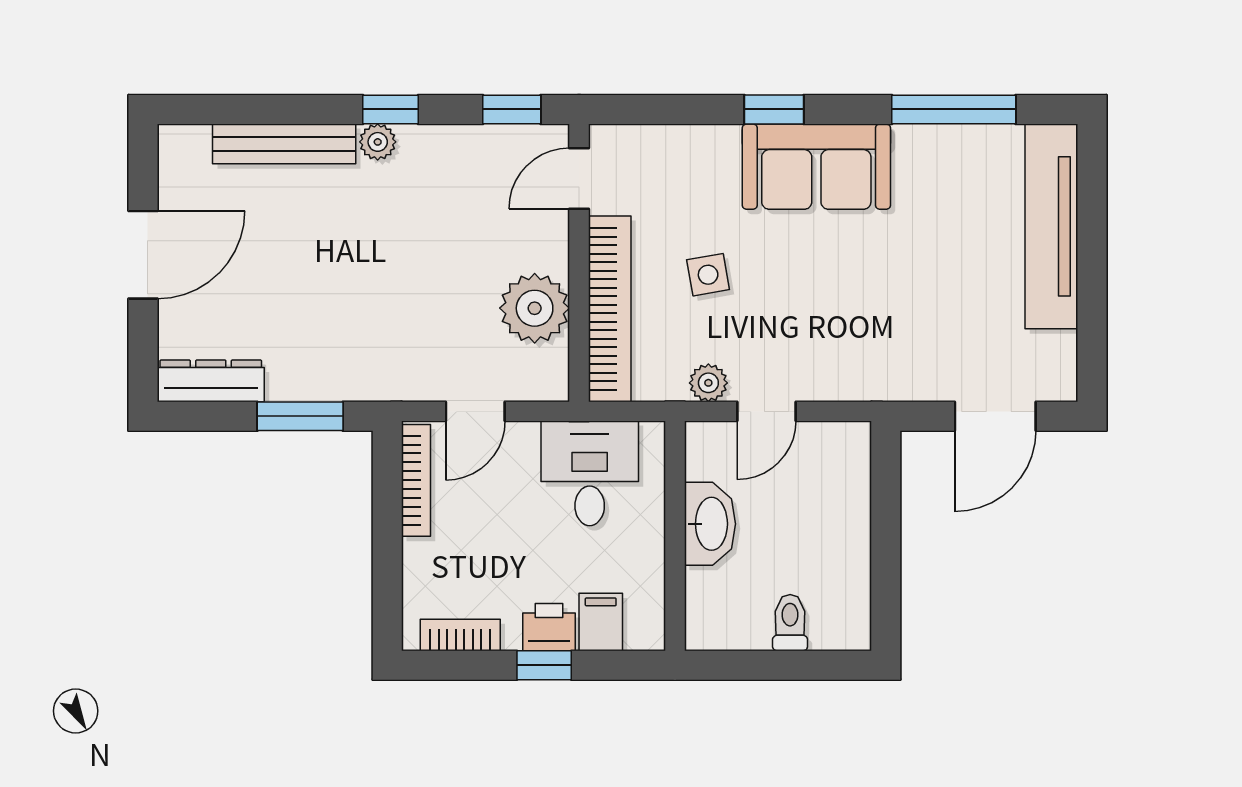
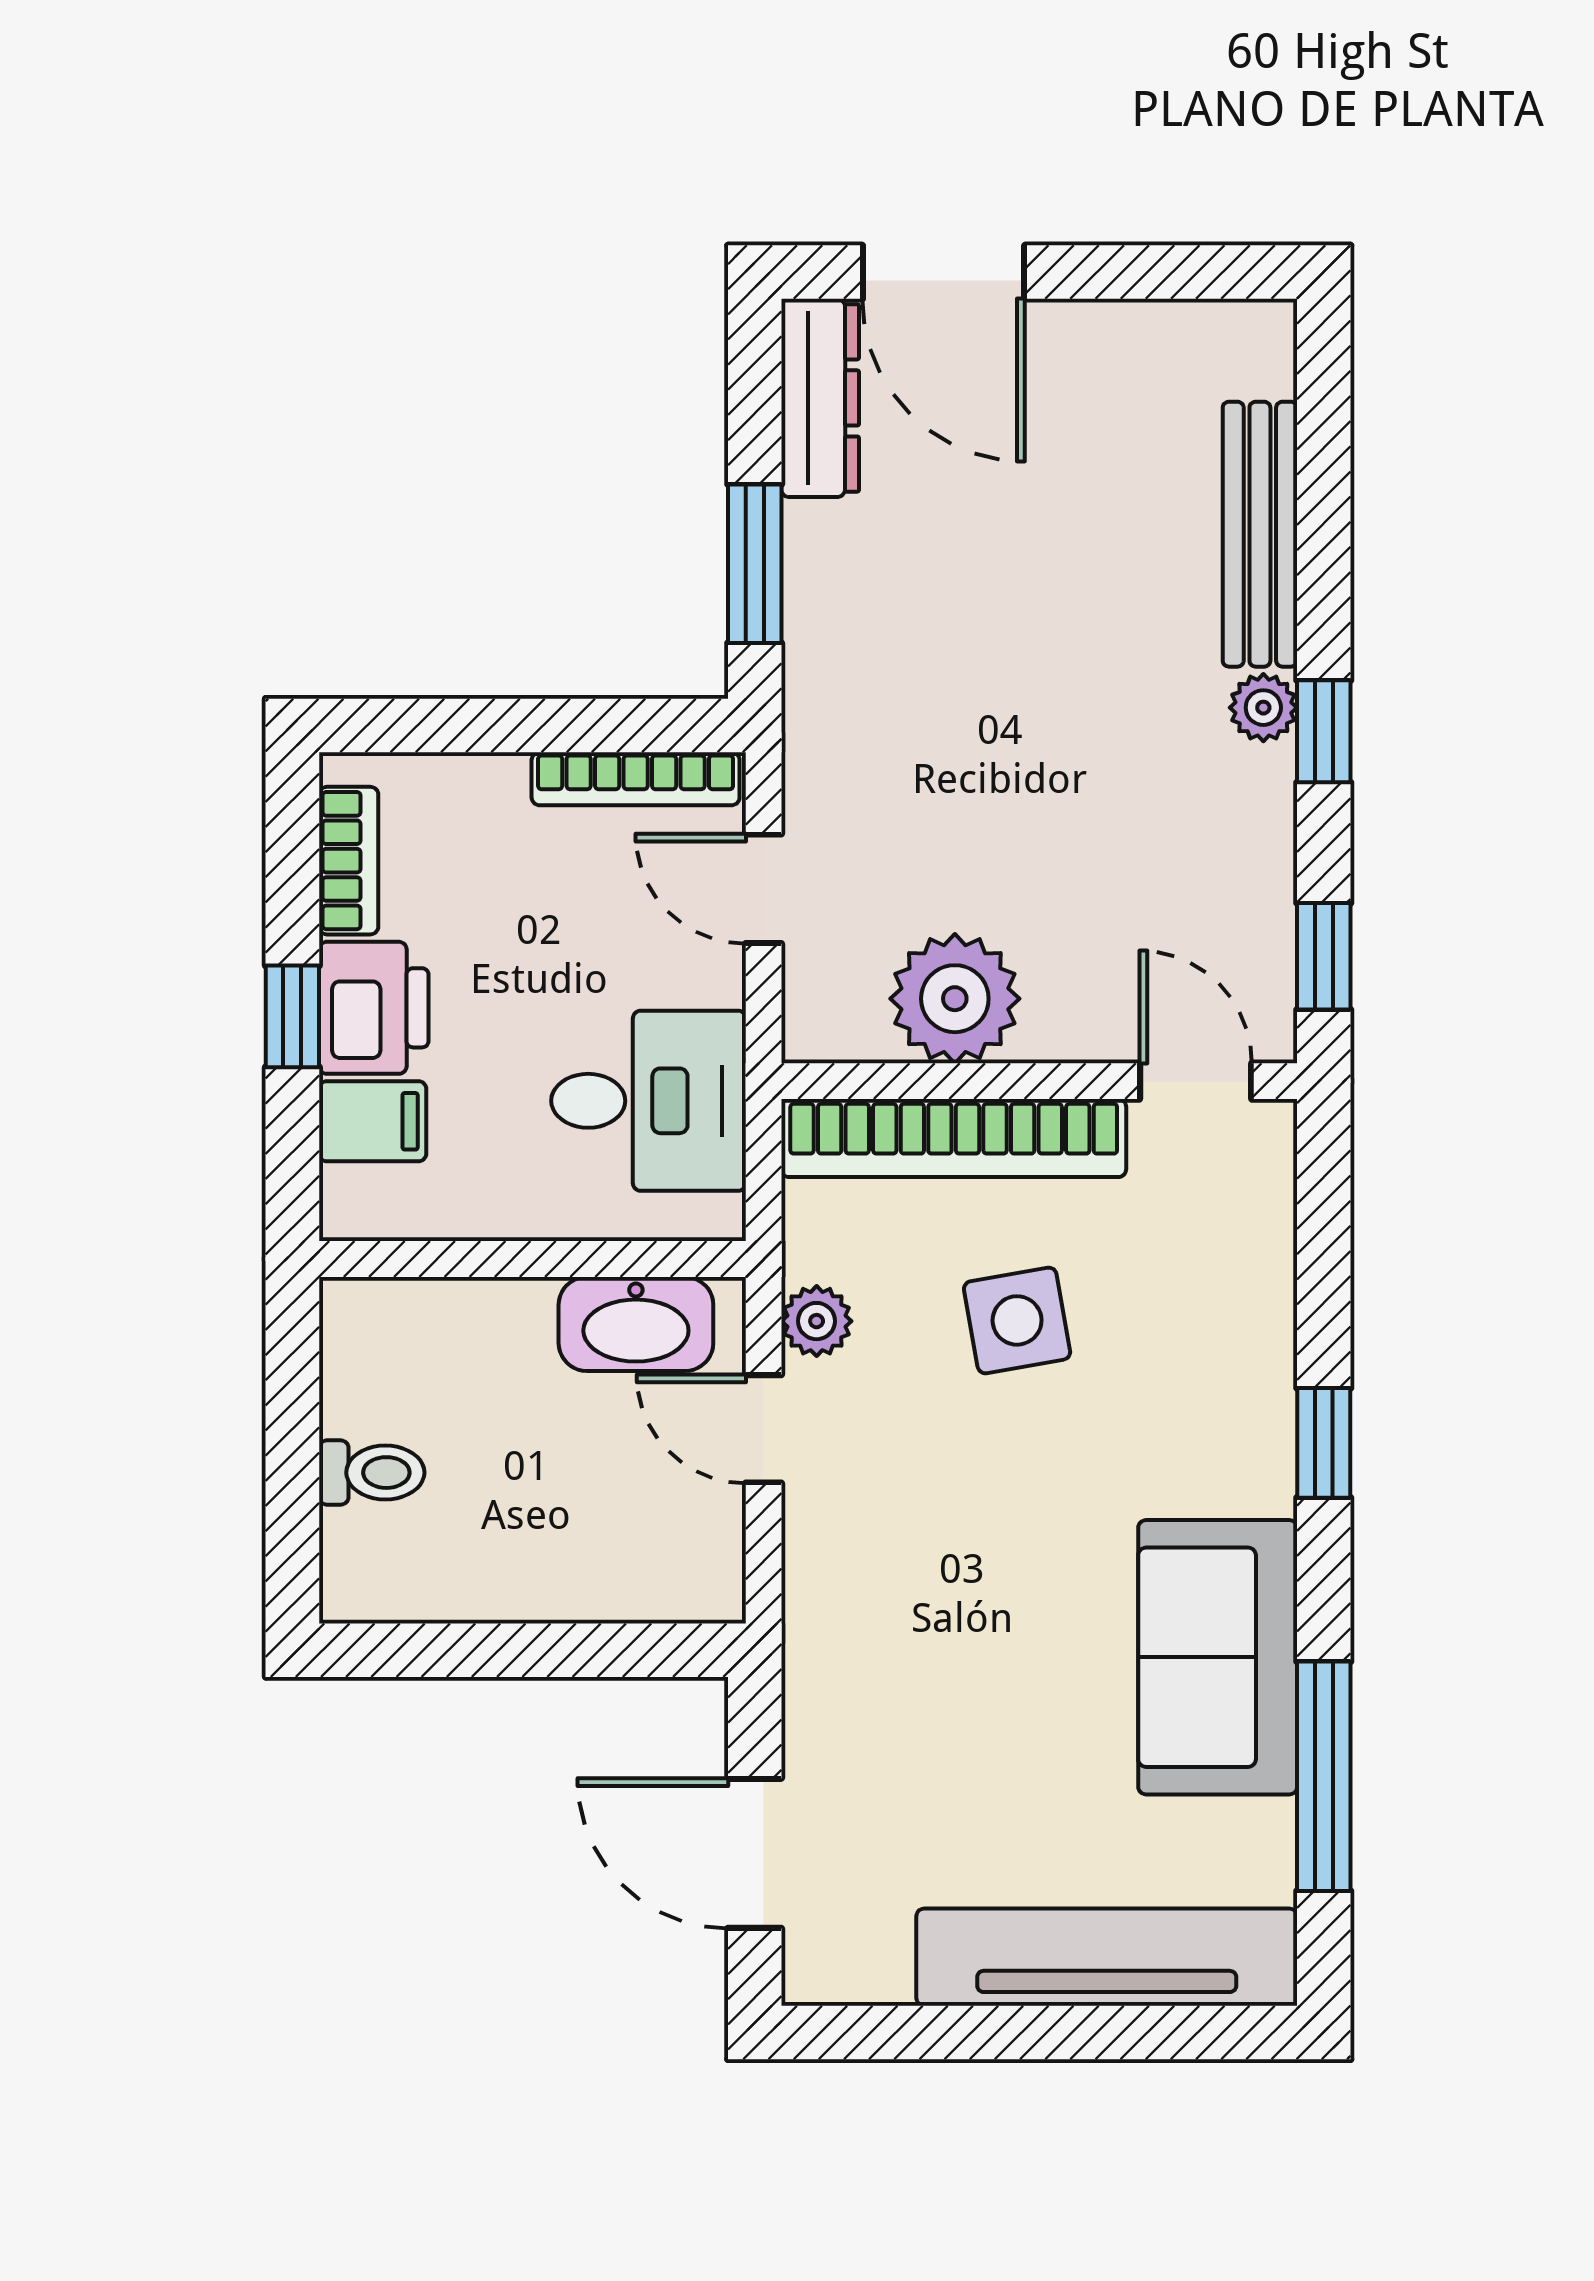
sofa: (816, 167) -> (1218, 1657), moved
door: (143, 255) -> (944, 272), moved
side table: (708, 275) -> (1017, 1320), width x1.37, depth x1.37
washbasin: (710, 524) -> (636, 1324), moved
printer: (549, 627) -> (374, 1008), width x1.36, depth x1.24

